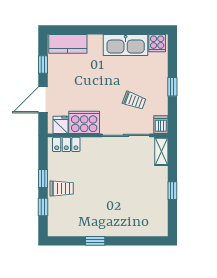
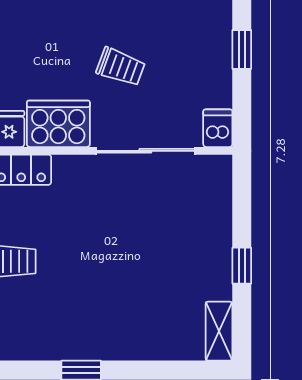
trolley: (134, 101) -> (121, 67), moved
shelving: (161, 151) -> (219, 331), moved

